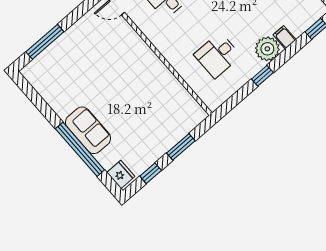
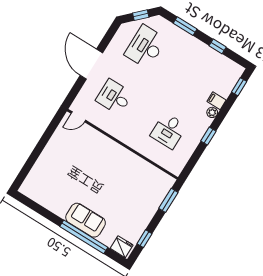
window: (45, 42) -> (31, 161), removed
plant: (267, 49) -> (212, 112), width x0.53, depth x0.53
window: (181, 147) -> (168, 200), moved

